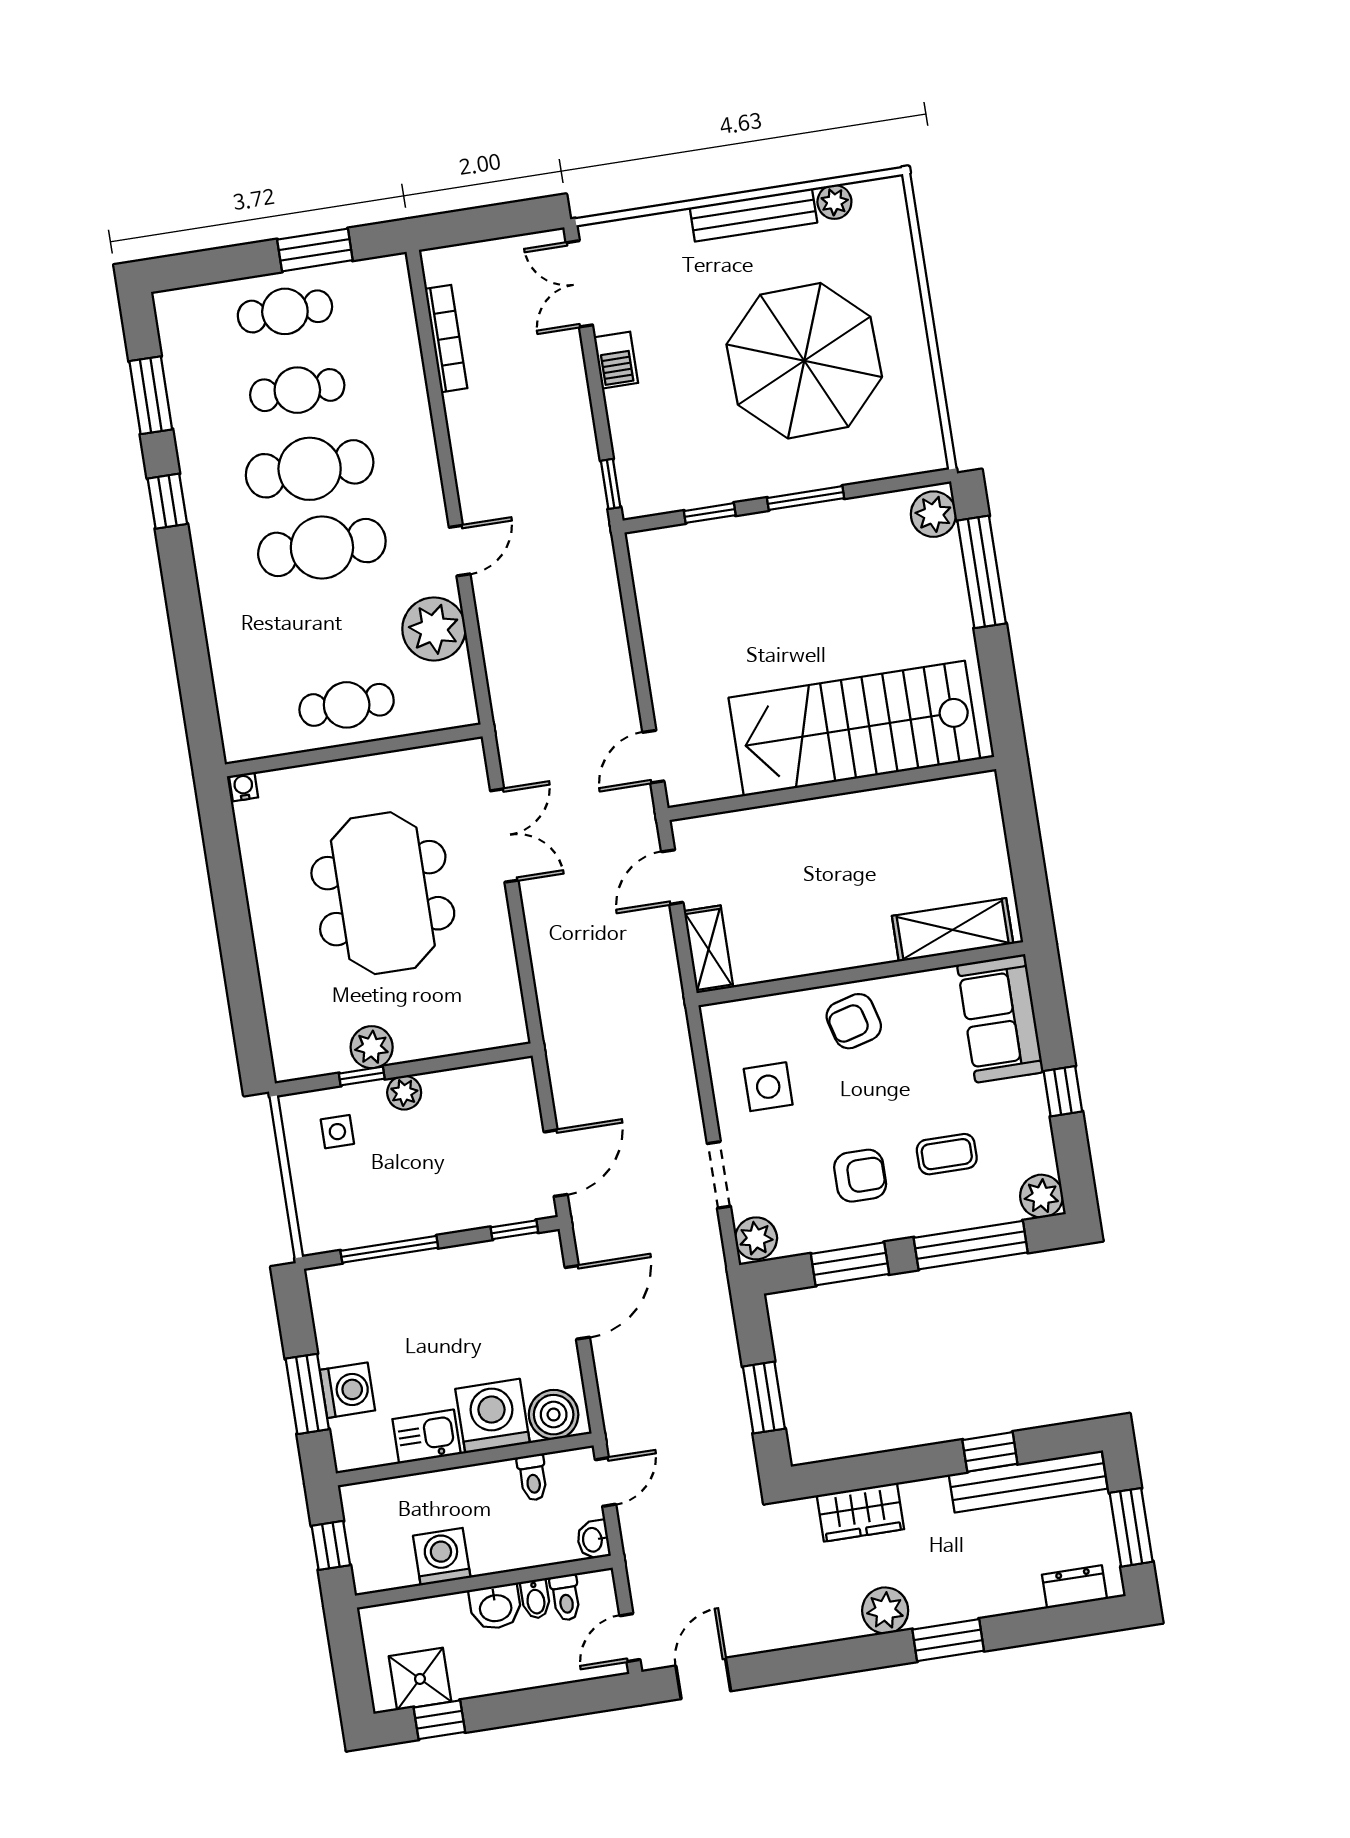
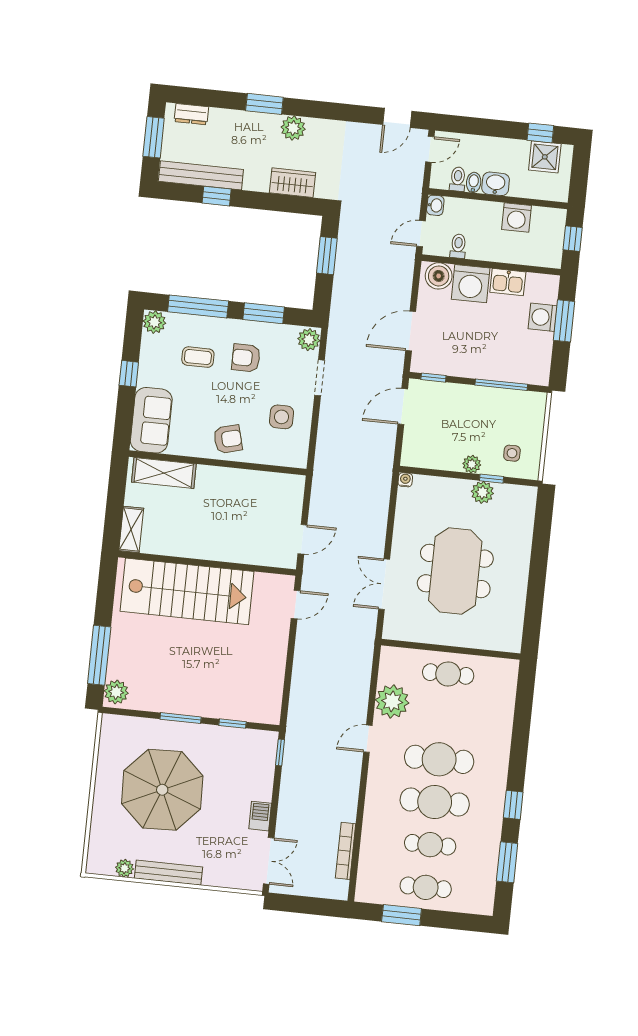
water cooler: (244, 787) -> (405, 480), moved, turned 180
shelving: (709, 949) -> (131, 529), moved

